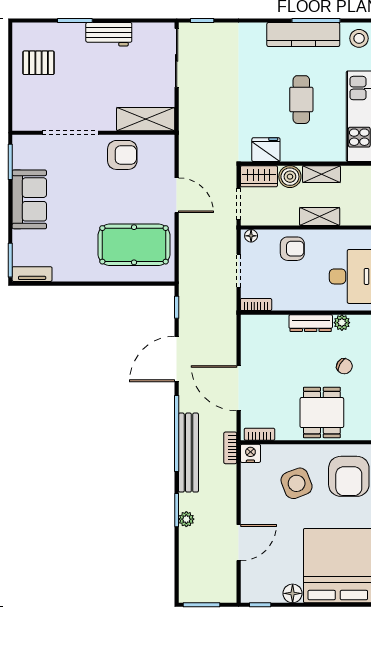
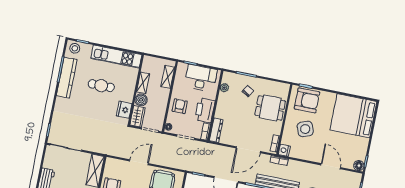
shelving: (320, 217) -> (168, 77), moved
printer: (294, 296) -> (205, 110), added
dresser: (311, 323) -> (216, 130), moved
floor lamp: (293, 593) -> (359, 166), moved

